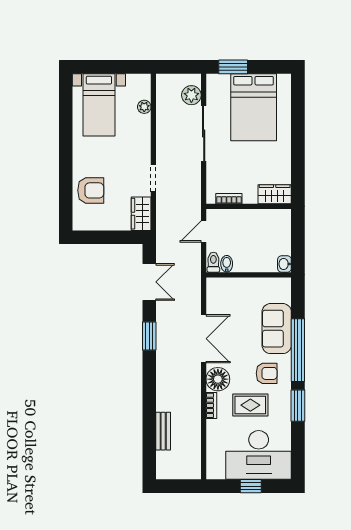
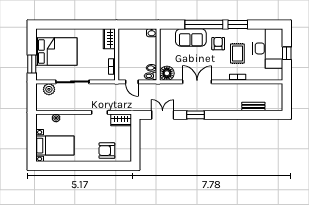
armchair: (91, 190) -> (107, 151), turned -90
floor lamp: (218, 379) -> (167, 73), moved

